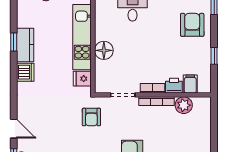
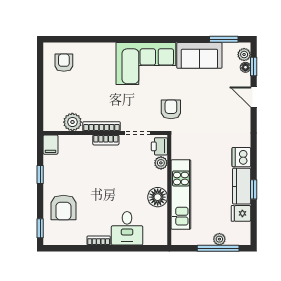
floor lamp: (104, 50) -> (158, 197), moved
plant: (101, 67) -> (161, 163), added
fridge: (82, 79) -> (241, 213), moved, turned 180
filing cabinet: (190, 84) -> (51, 145), moved
printer: (174, 86) -> (159, 146), moved, turned 90

